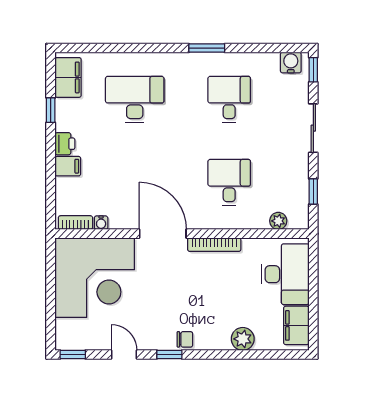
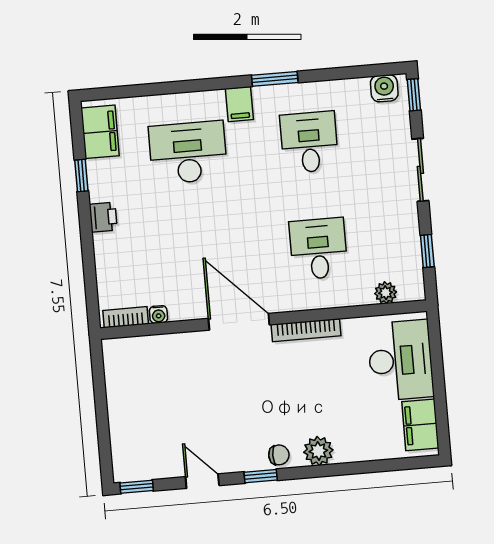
filing cabinet: (68, 166) -> (239, 104), moved, turned 90
corner desk: (95, 278) -> (156, 386), removed
plant: (243, 339) -> (318, 451), moved

